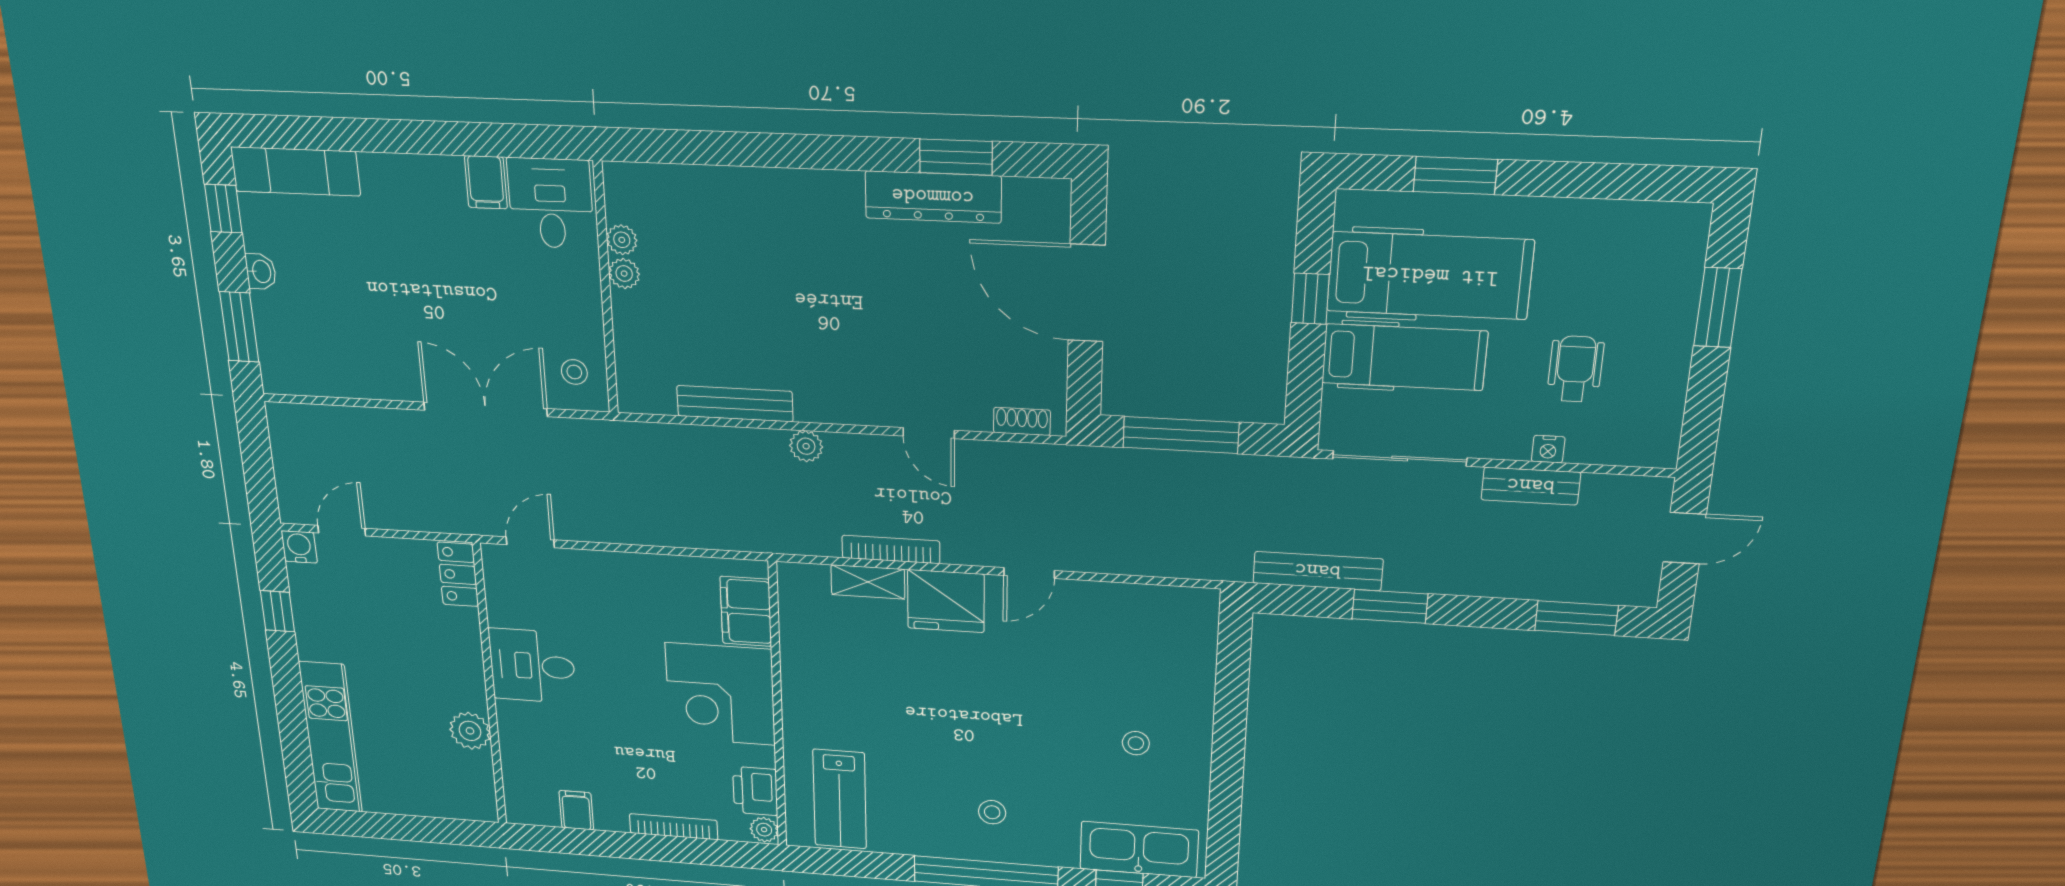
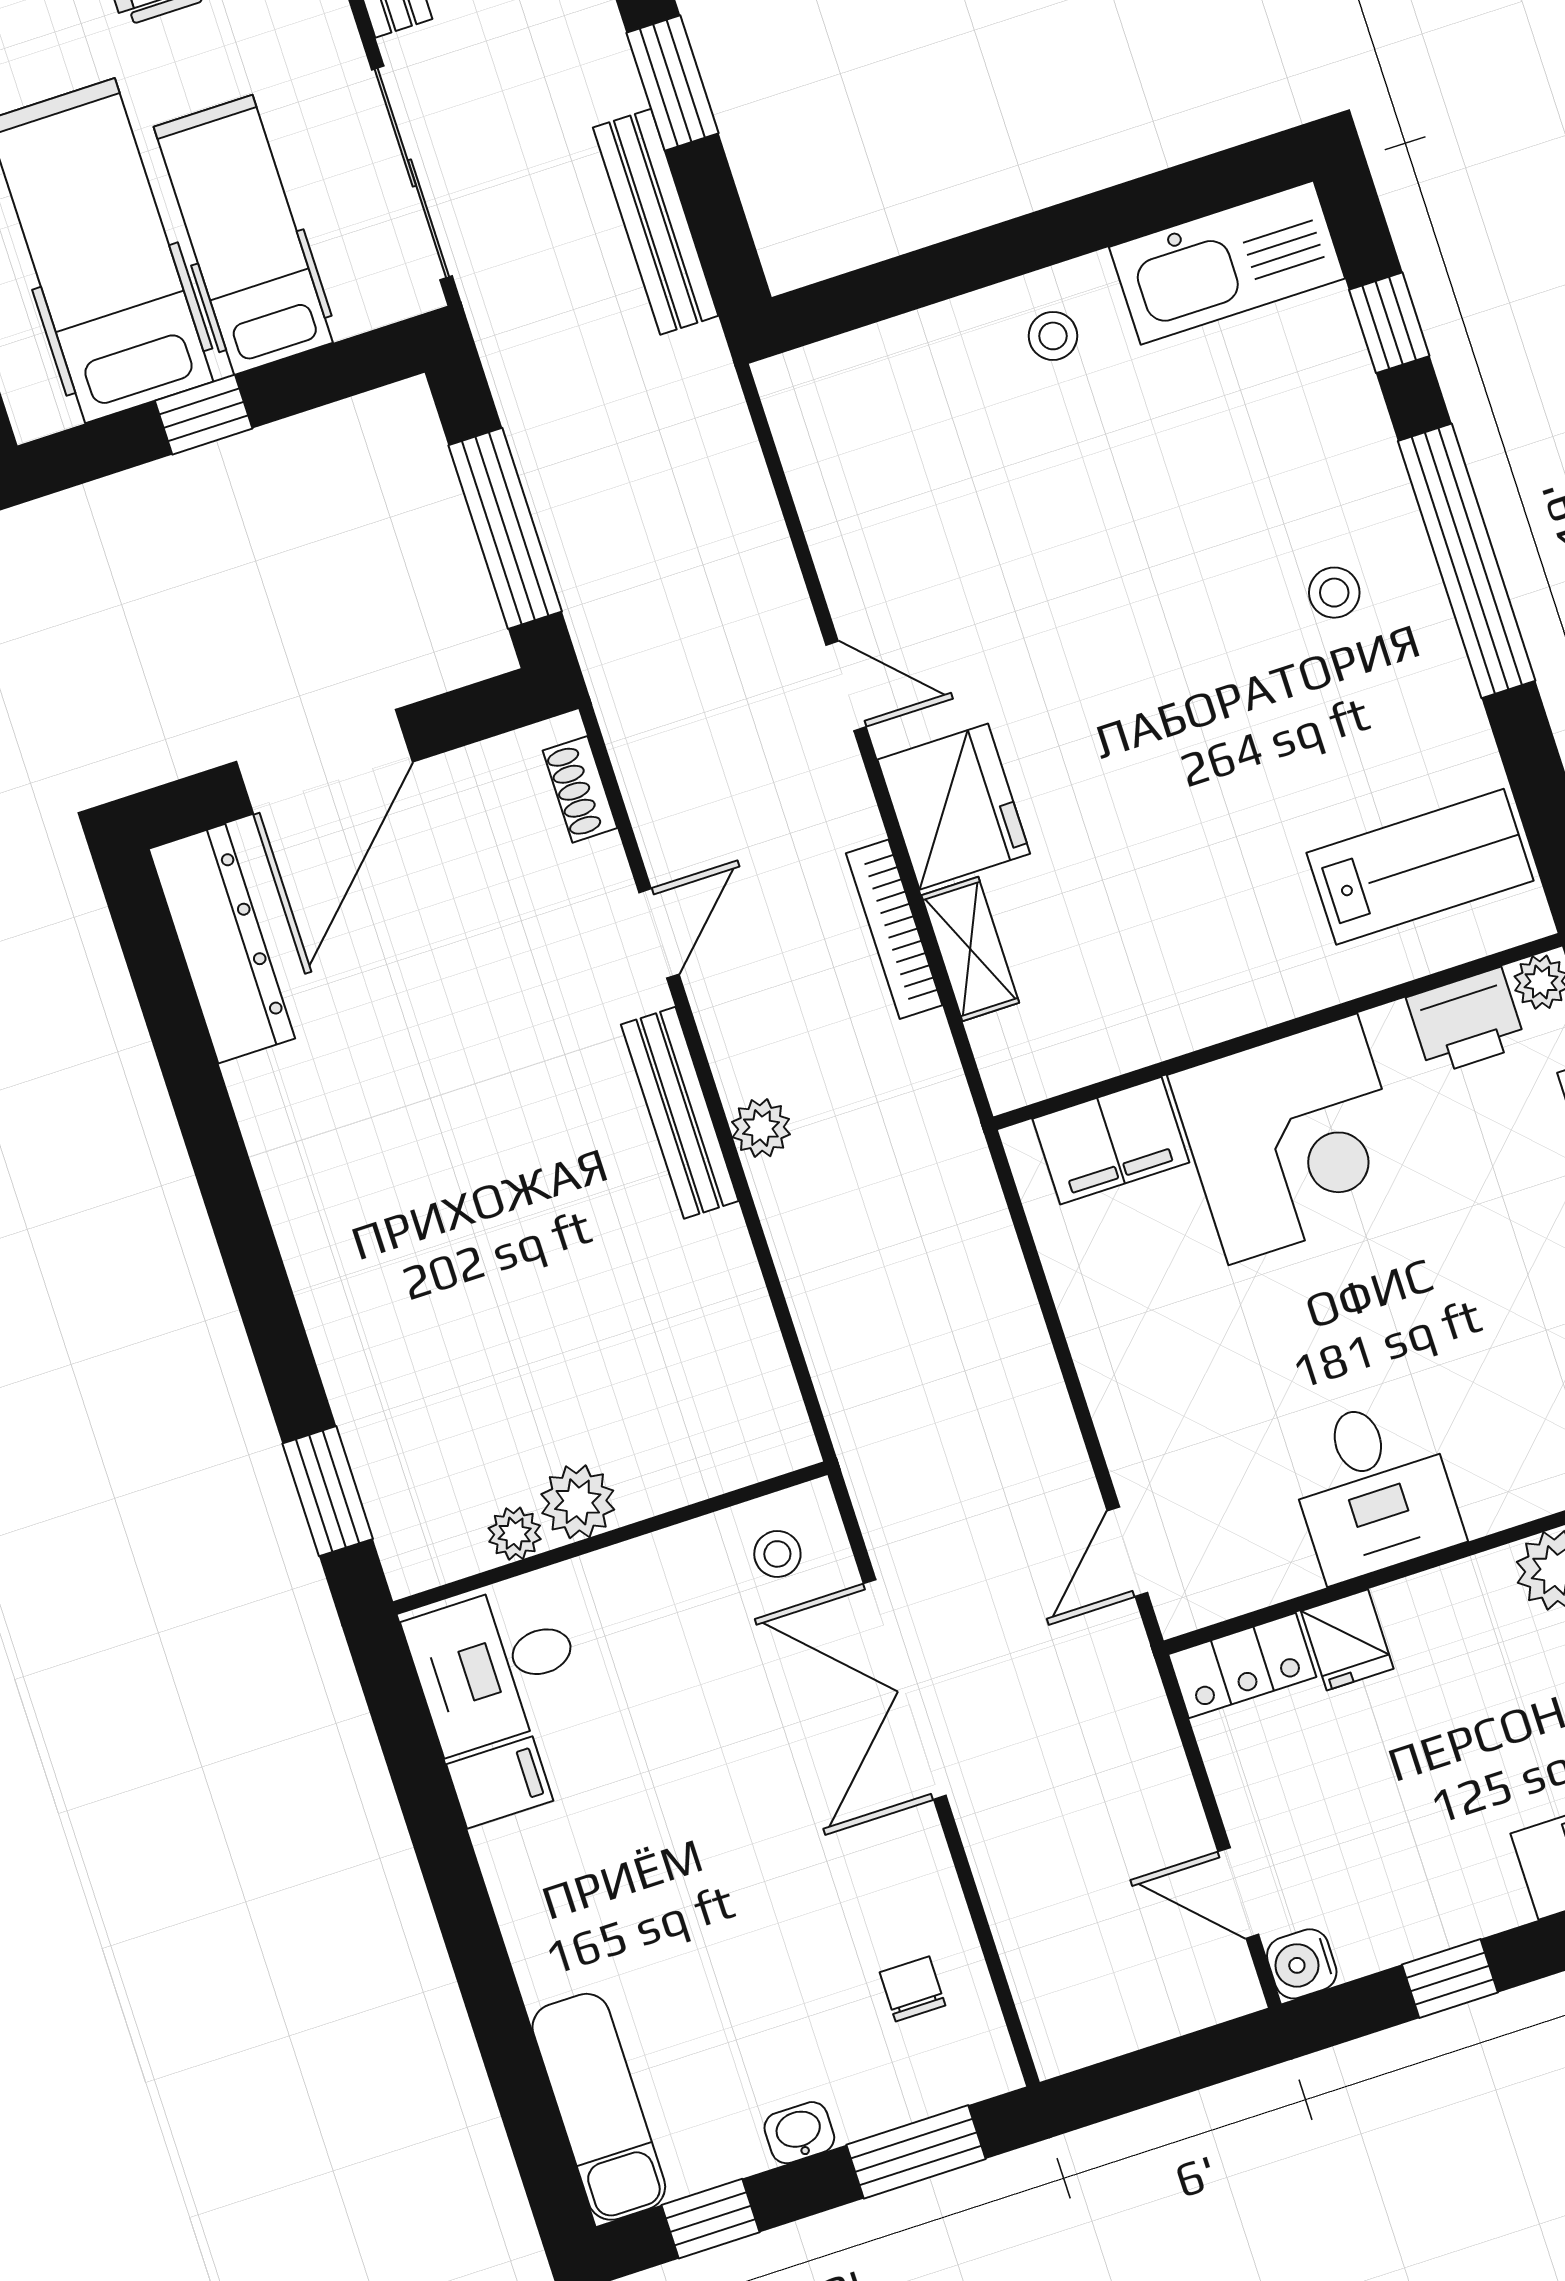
window: (956, 157) -> (328, 1491), moved
dresser: (933, 197) -> (222, 944), moved
plant: (624, 274) -> (578, 1502), width x1.38, depth x1.38
chair: (326, 356) -> (913, 1989), added
bench: (735, 404) -> (680, 1113), moved
door: (530, 542) -> (1127, 1552), hinge flipped
fridge: (459, 627) -> (1347, 1640), added
stool: (1136, 743) -> (1053, 336), moved
kitchen sink: (1139, 850) -> (1227, 263), moved, turned -90

